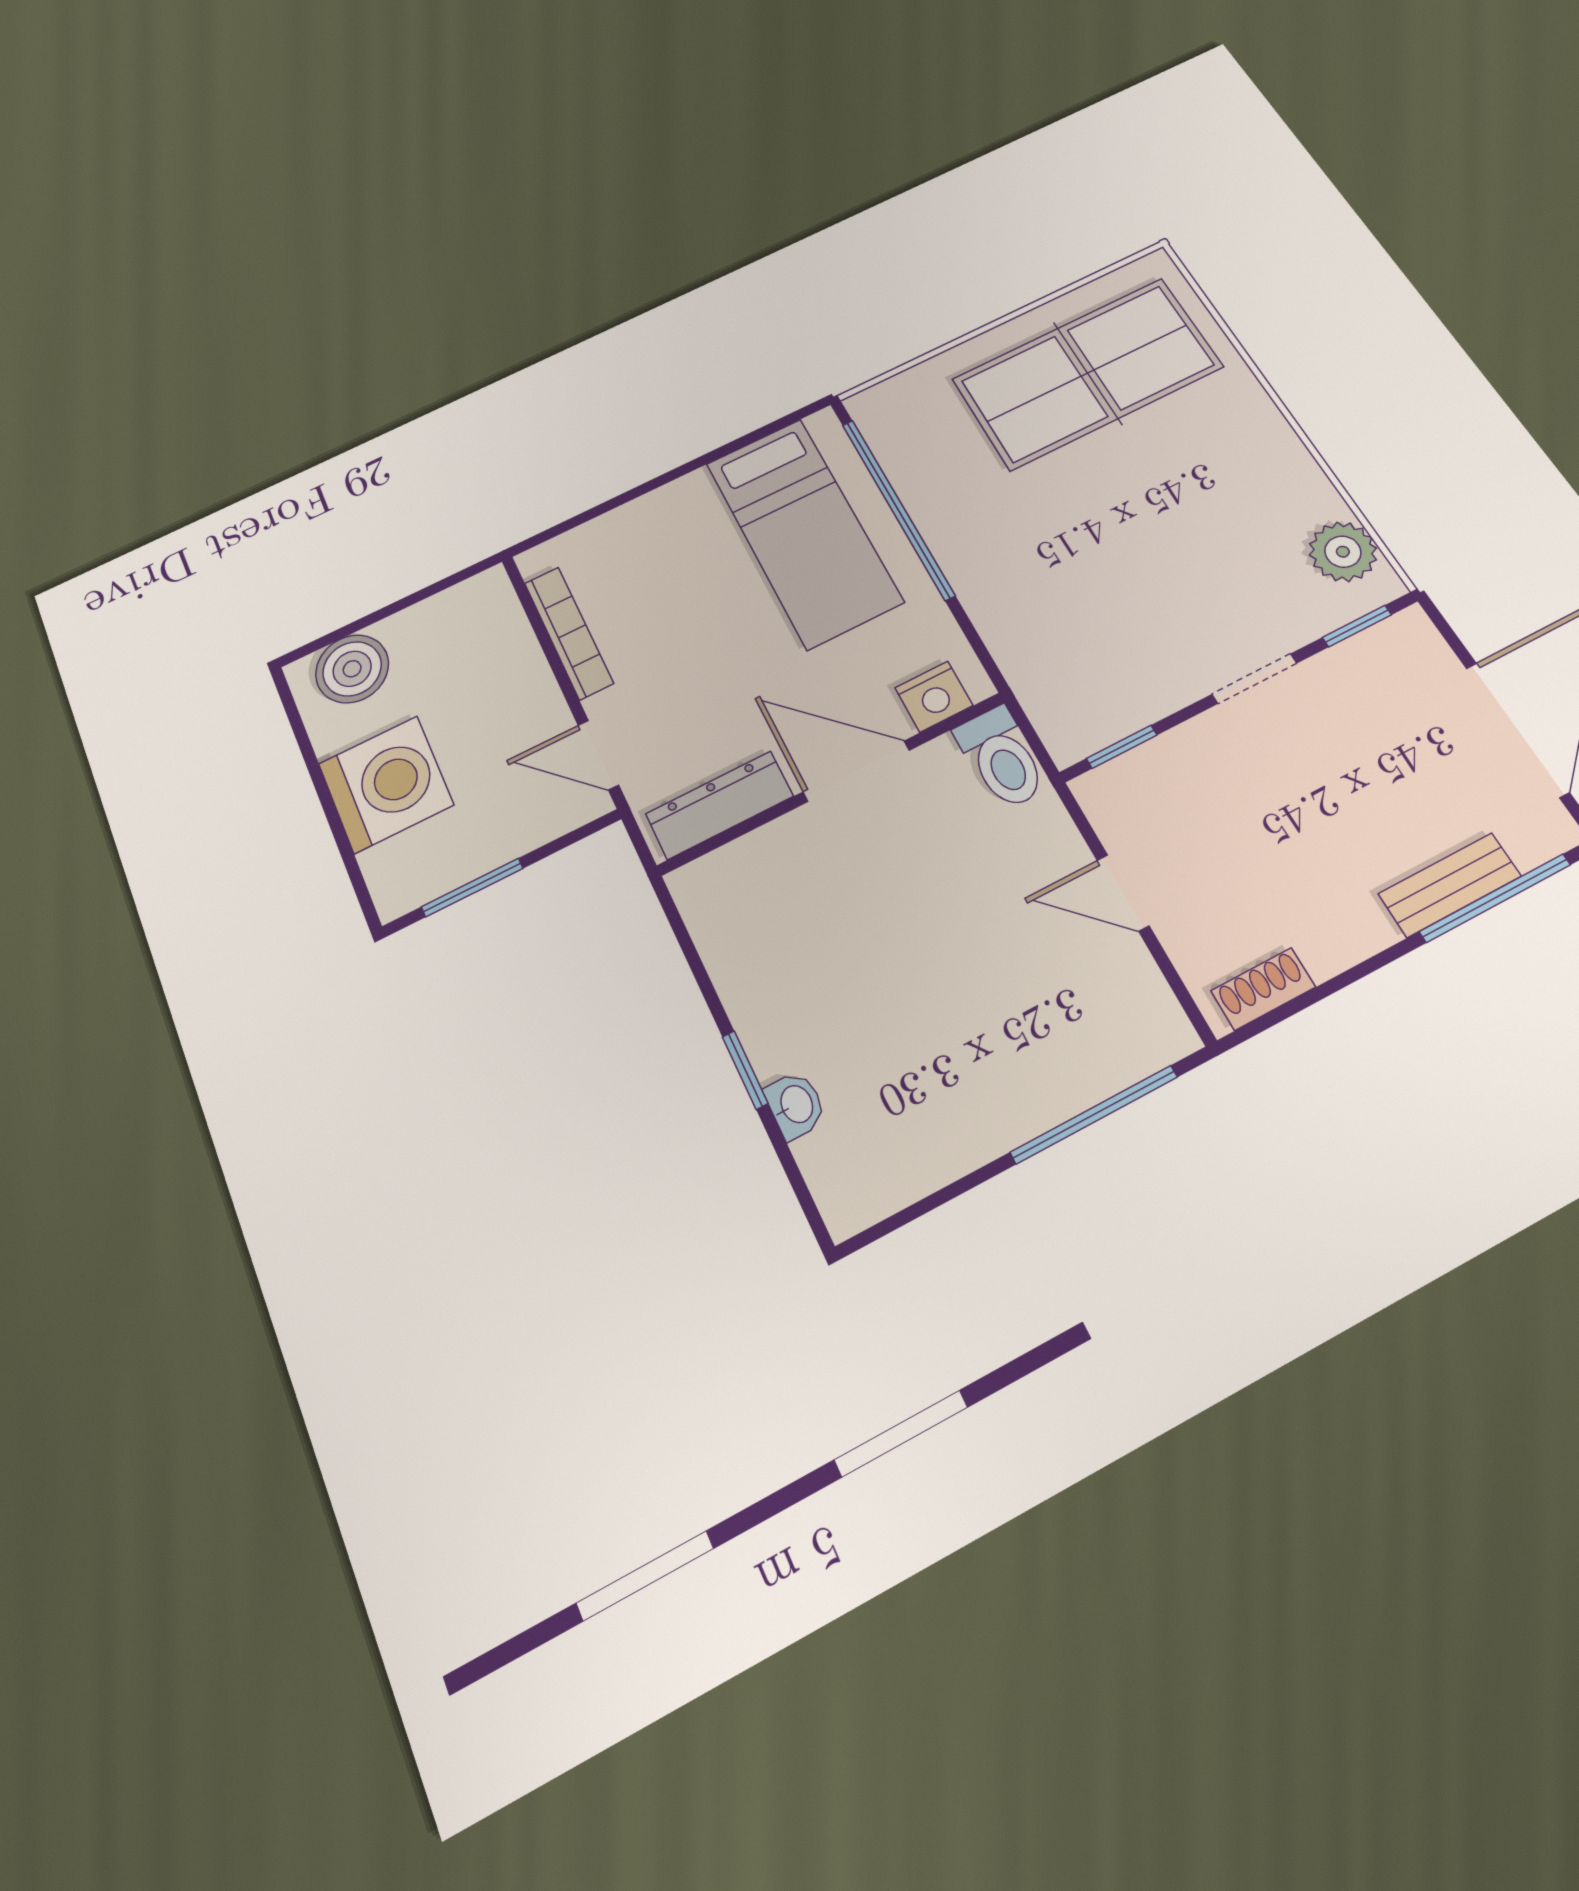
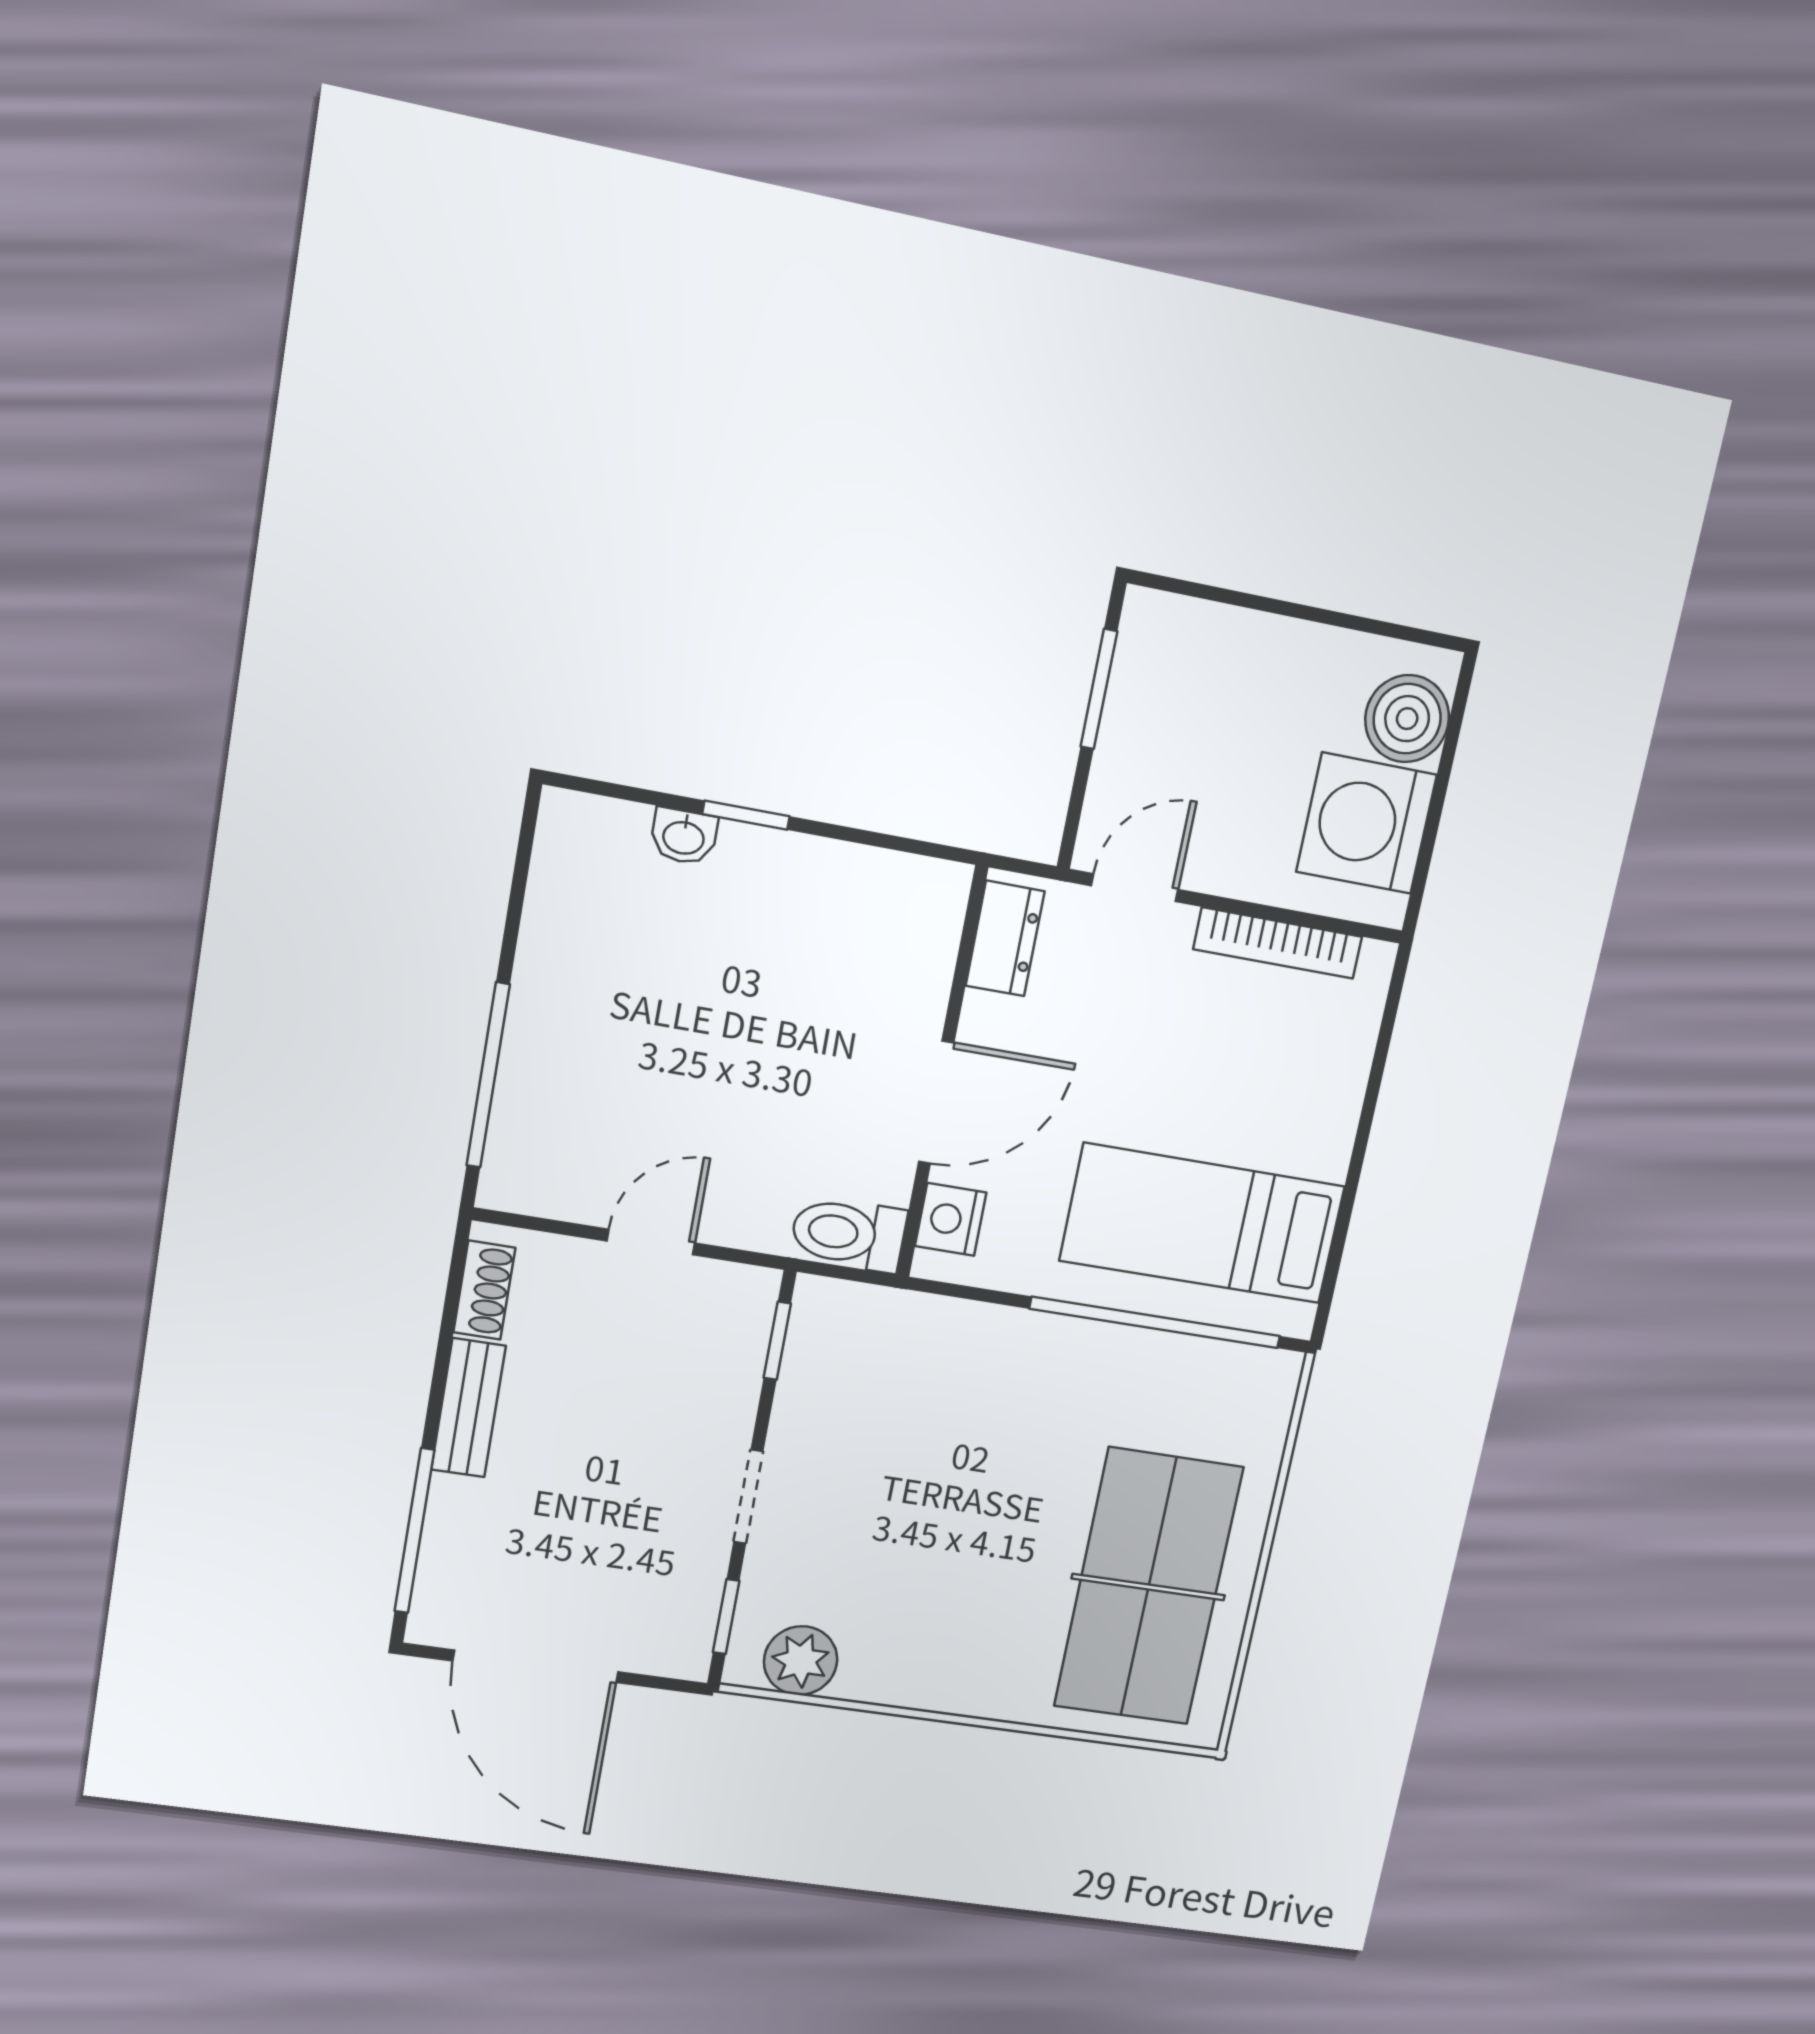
washing machine: (386, 784) -> (1367, 823), moved, turned 90
dresser: (719, 805) -> (1005, 938), width x0.70
bench: (1450, 885) -> (468, 1408), moved

